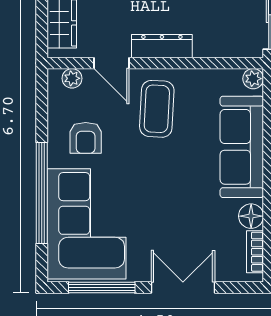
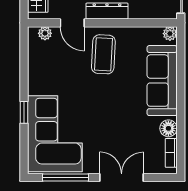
armchair: (86, 138) -> (54, 74), removed
window: (42, 193) -> (24, 112), width x0.32

